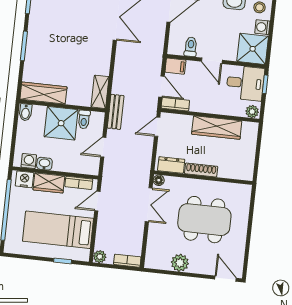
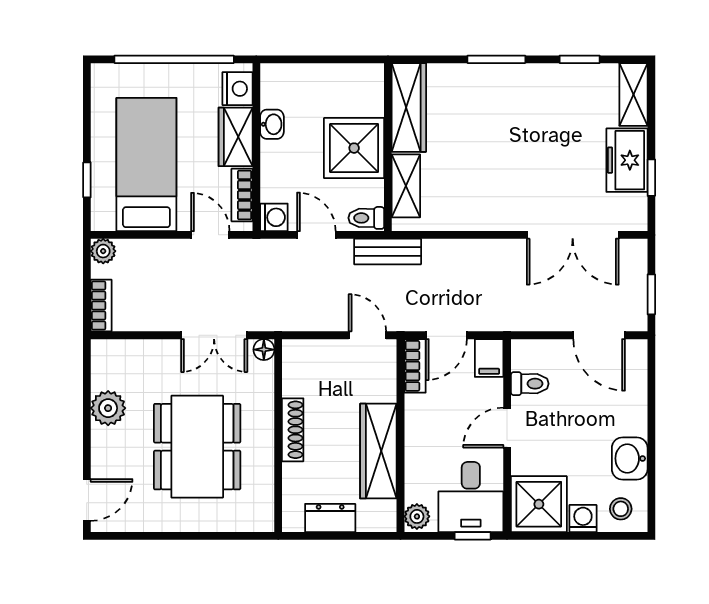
shelving: (100, 92) -> (406, 186), moved, turned 90
bidet: (26, 112) -> (368, 77), removed
toilet: (84, 119) -> (366, 218), moved
washing machine: (29, 161) -> (274, 217), moved
dresser: (171, 165) -> (330, 518), moved, turned -90

